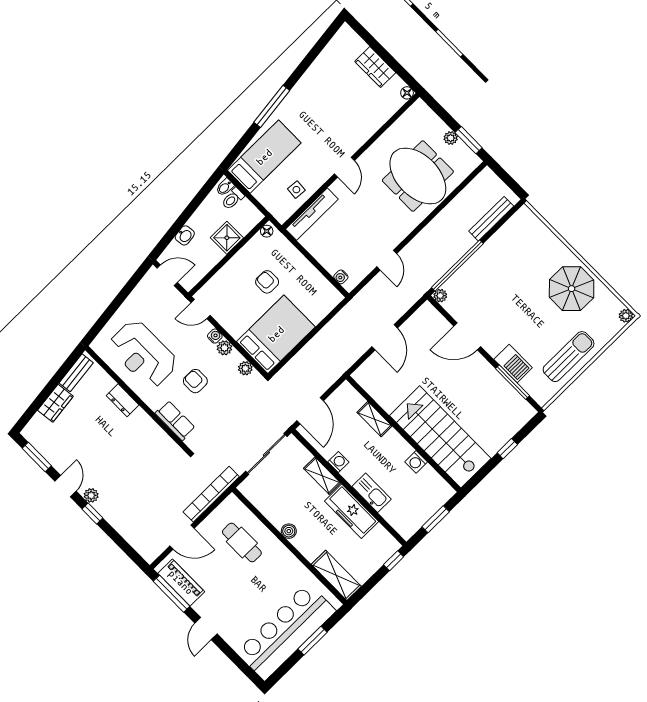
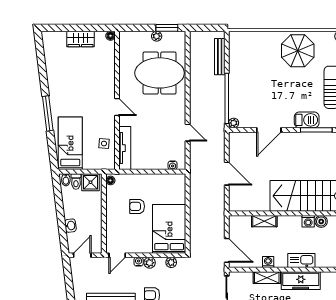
shower: (227, 238) -> (91, 182), moved
boiler: (428, 475) -> (321, 221), added

